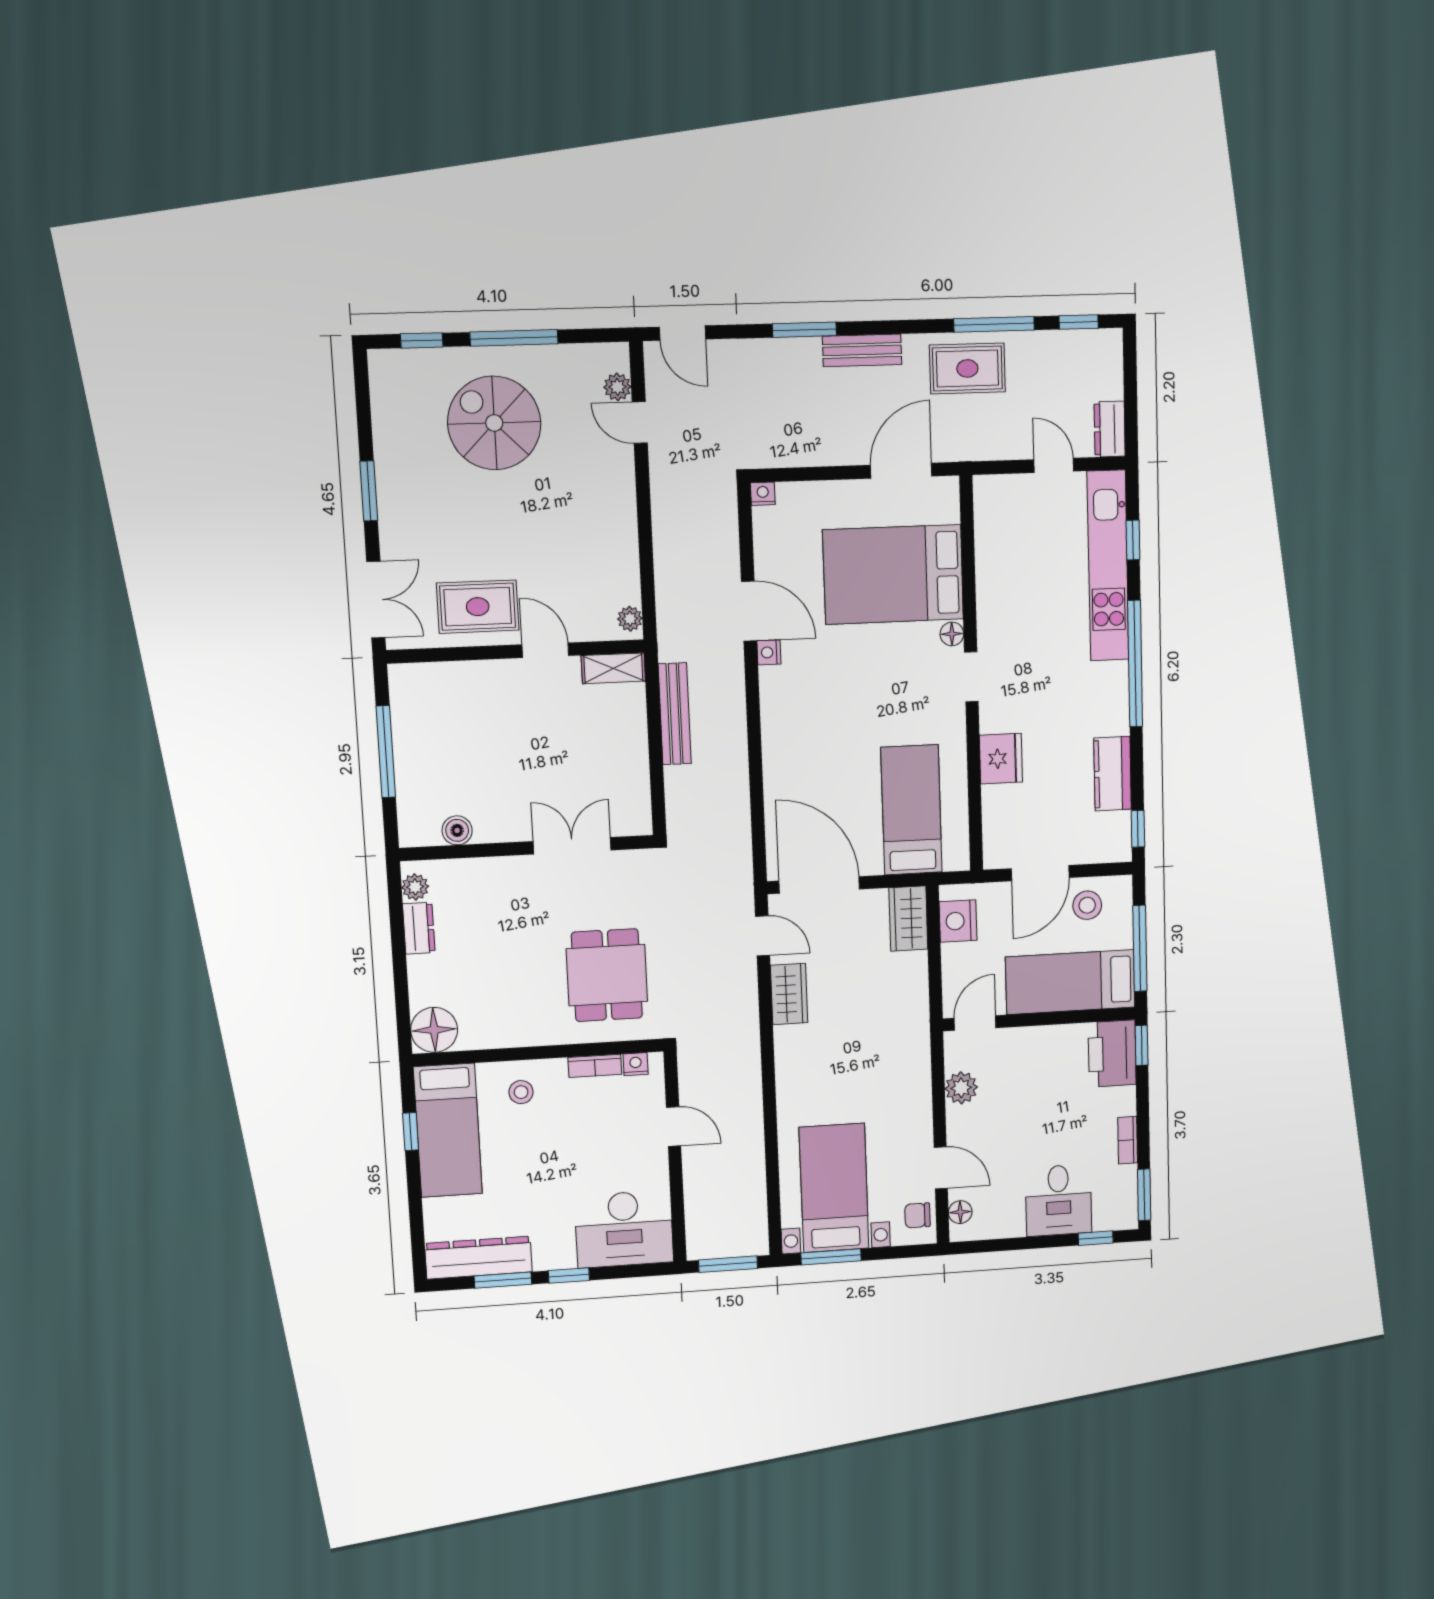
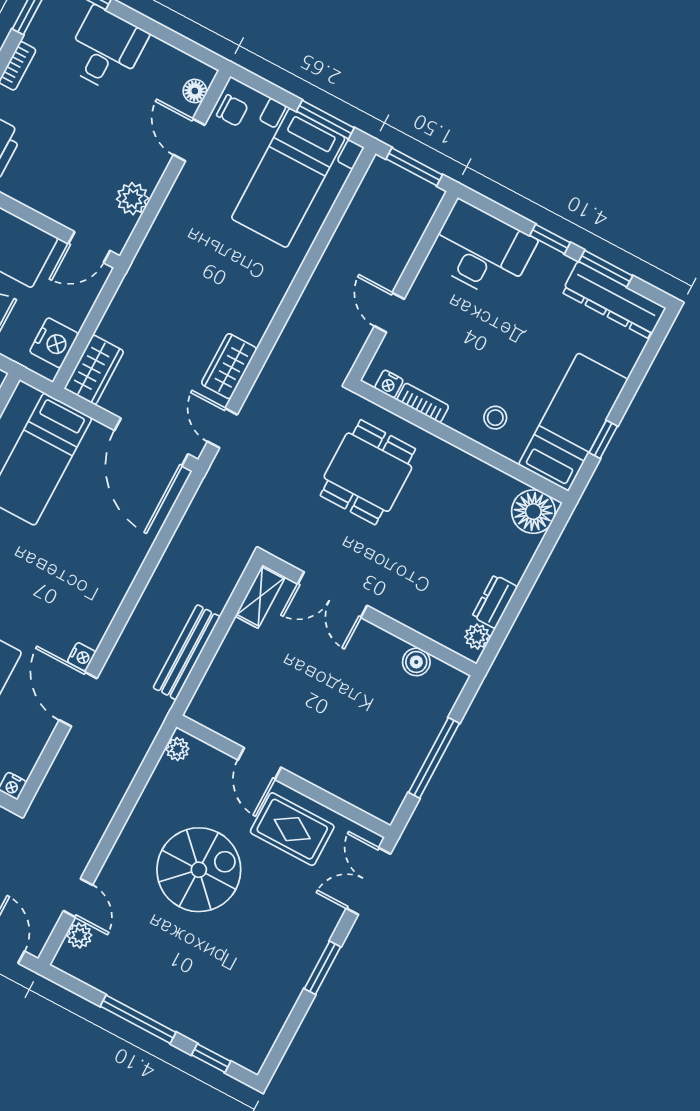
spiral stairs: (494, 423) -> (199, 870), moved, turned -90
shelving: (613, 668) -> (260, 597), moved, turned 90

